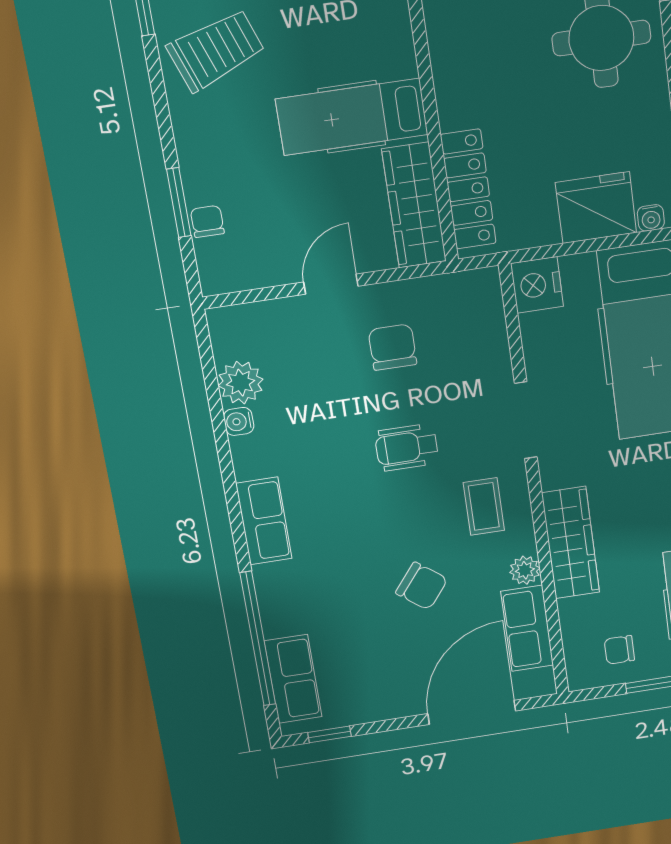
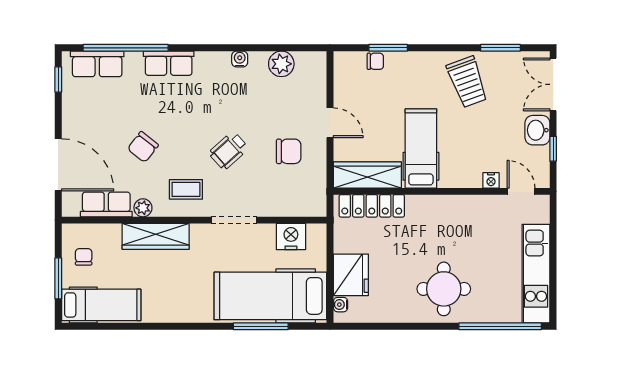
nightstand: (537, 285) -> (291, 237), moved
water cooler: (239, 421) -> (240, 59), moved
wheelchair: (407, 447) -> (229, 151), turned -132
row of seats: (264, 521) -> (169, 63), moved

